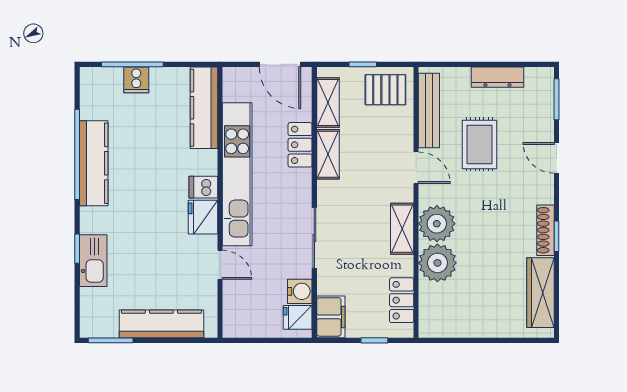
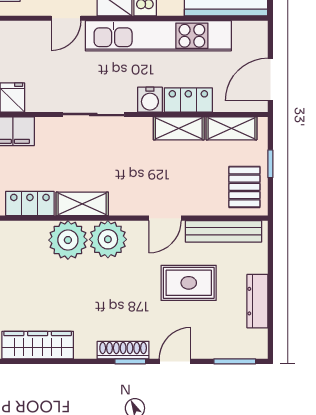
shelving: (402, 229) -> (82, 204), moved
shoe rack: (545, 230) -> (123, 350), moved
window: (557, 236) -> (130, 361), moved
water cooler: (300, 291) -> (150, 100), moved

